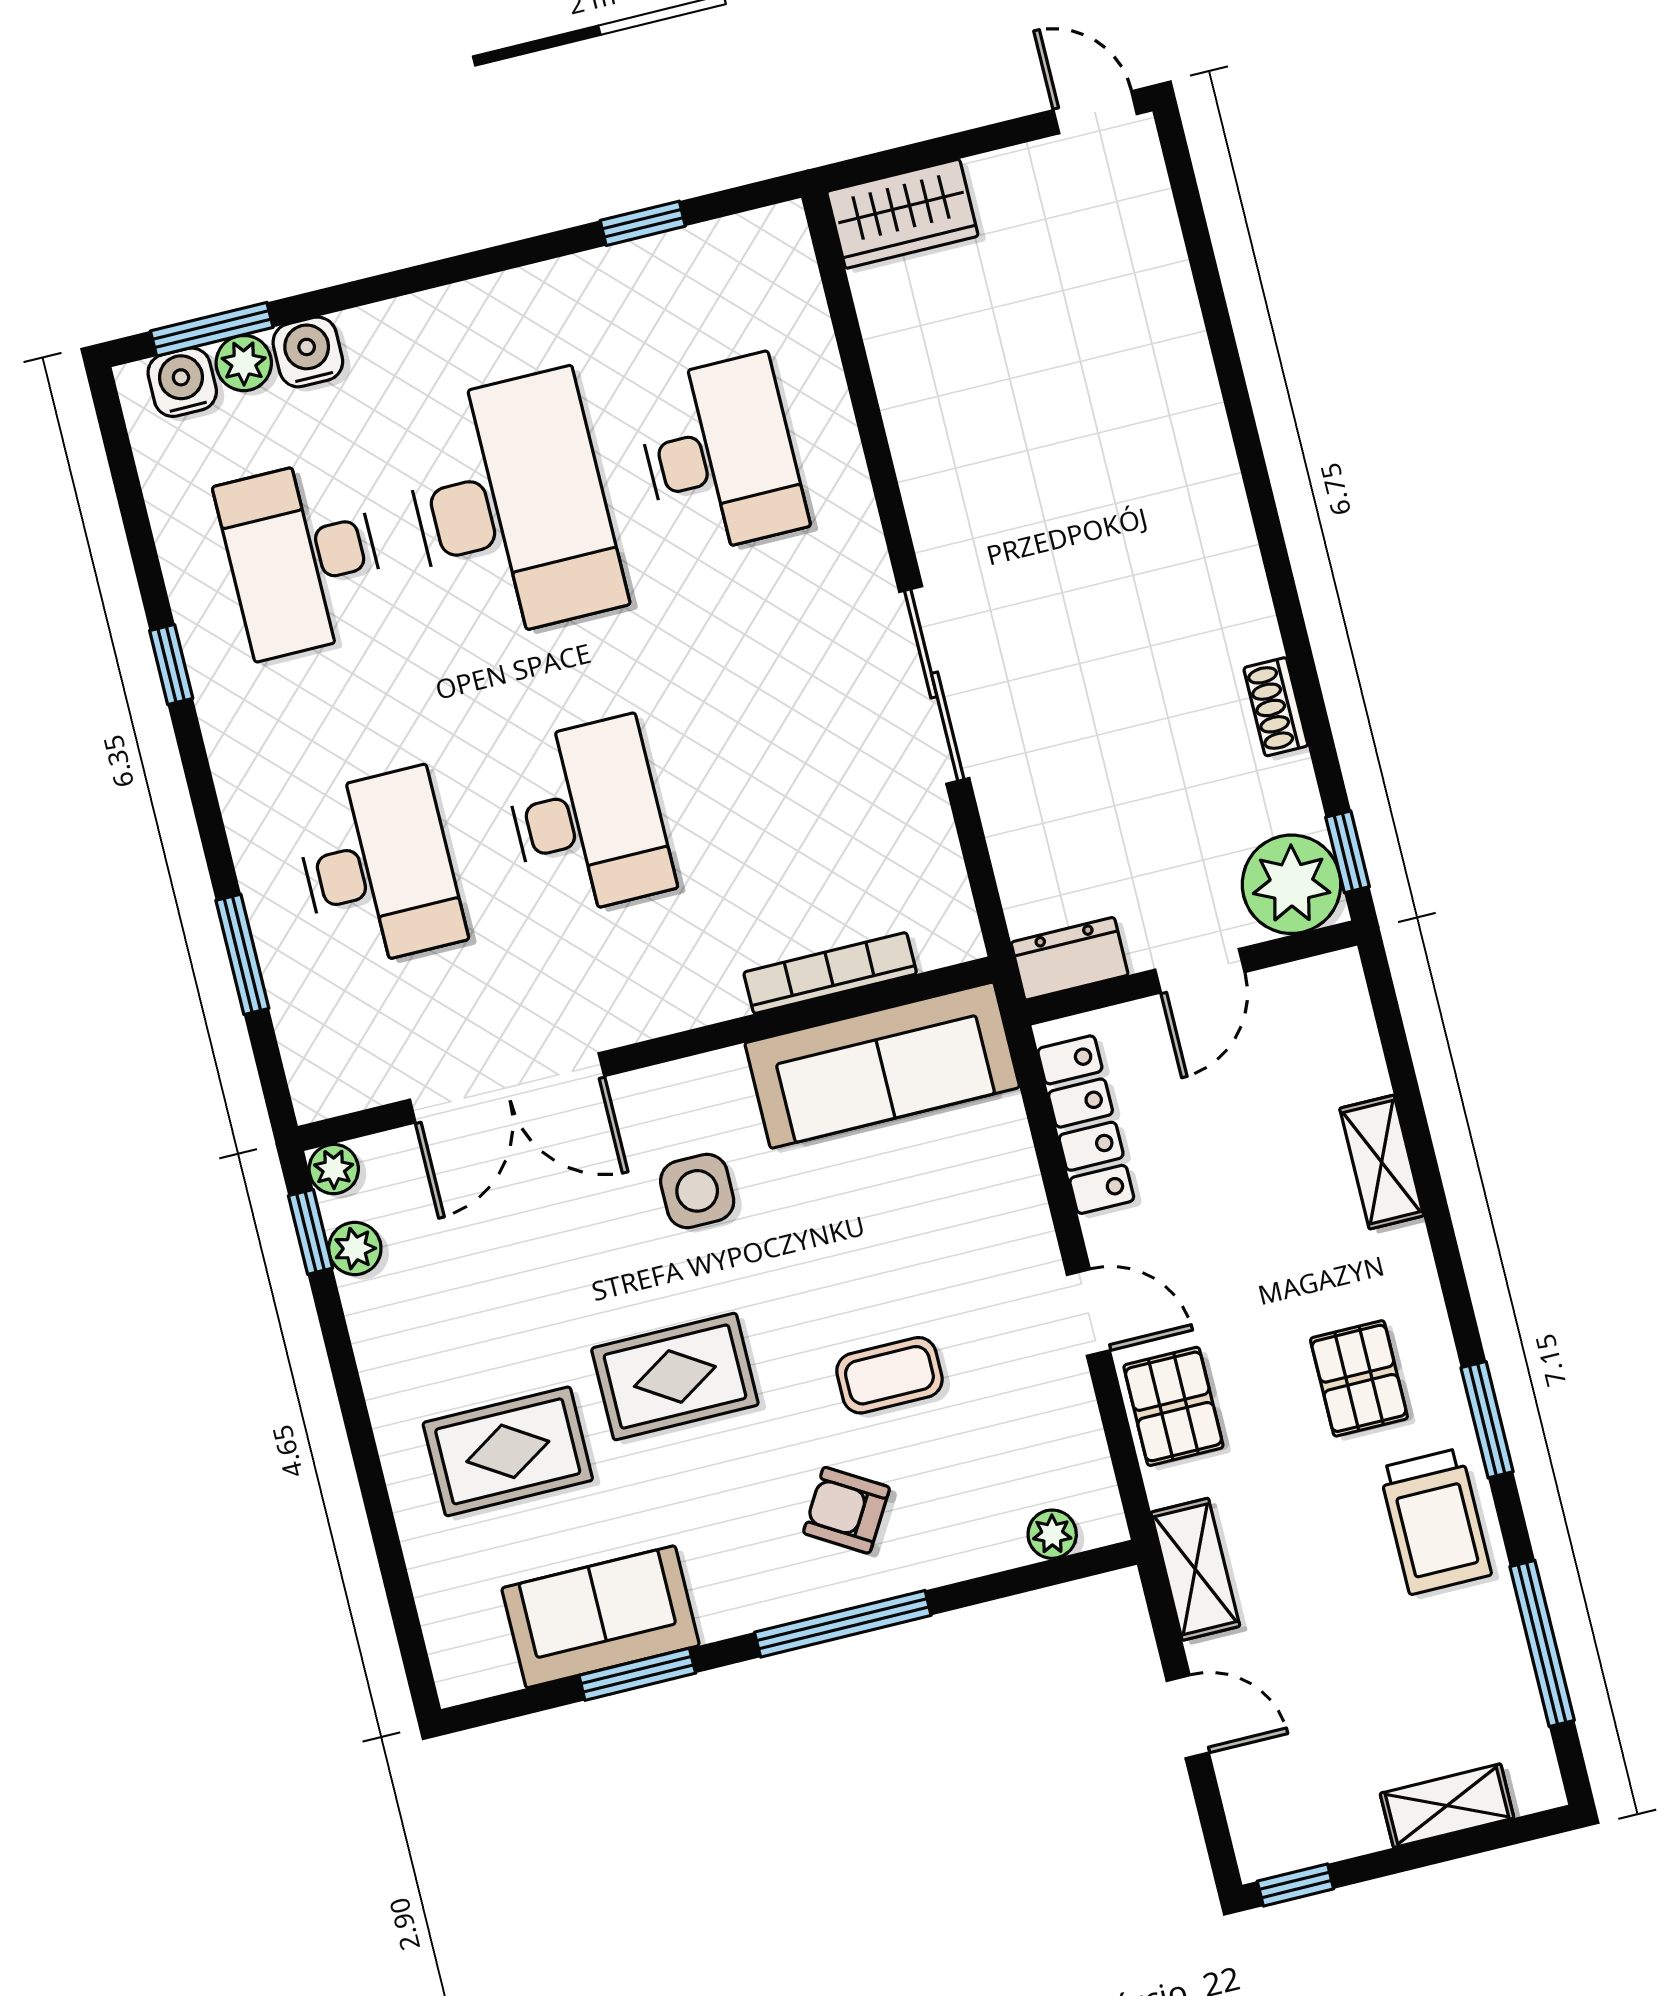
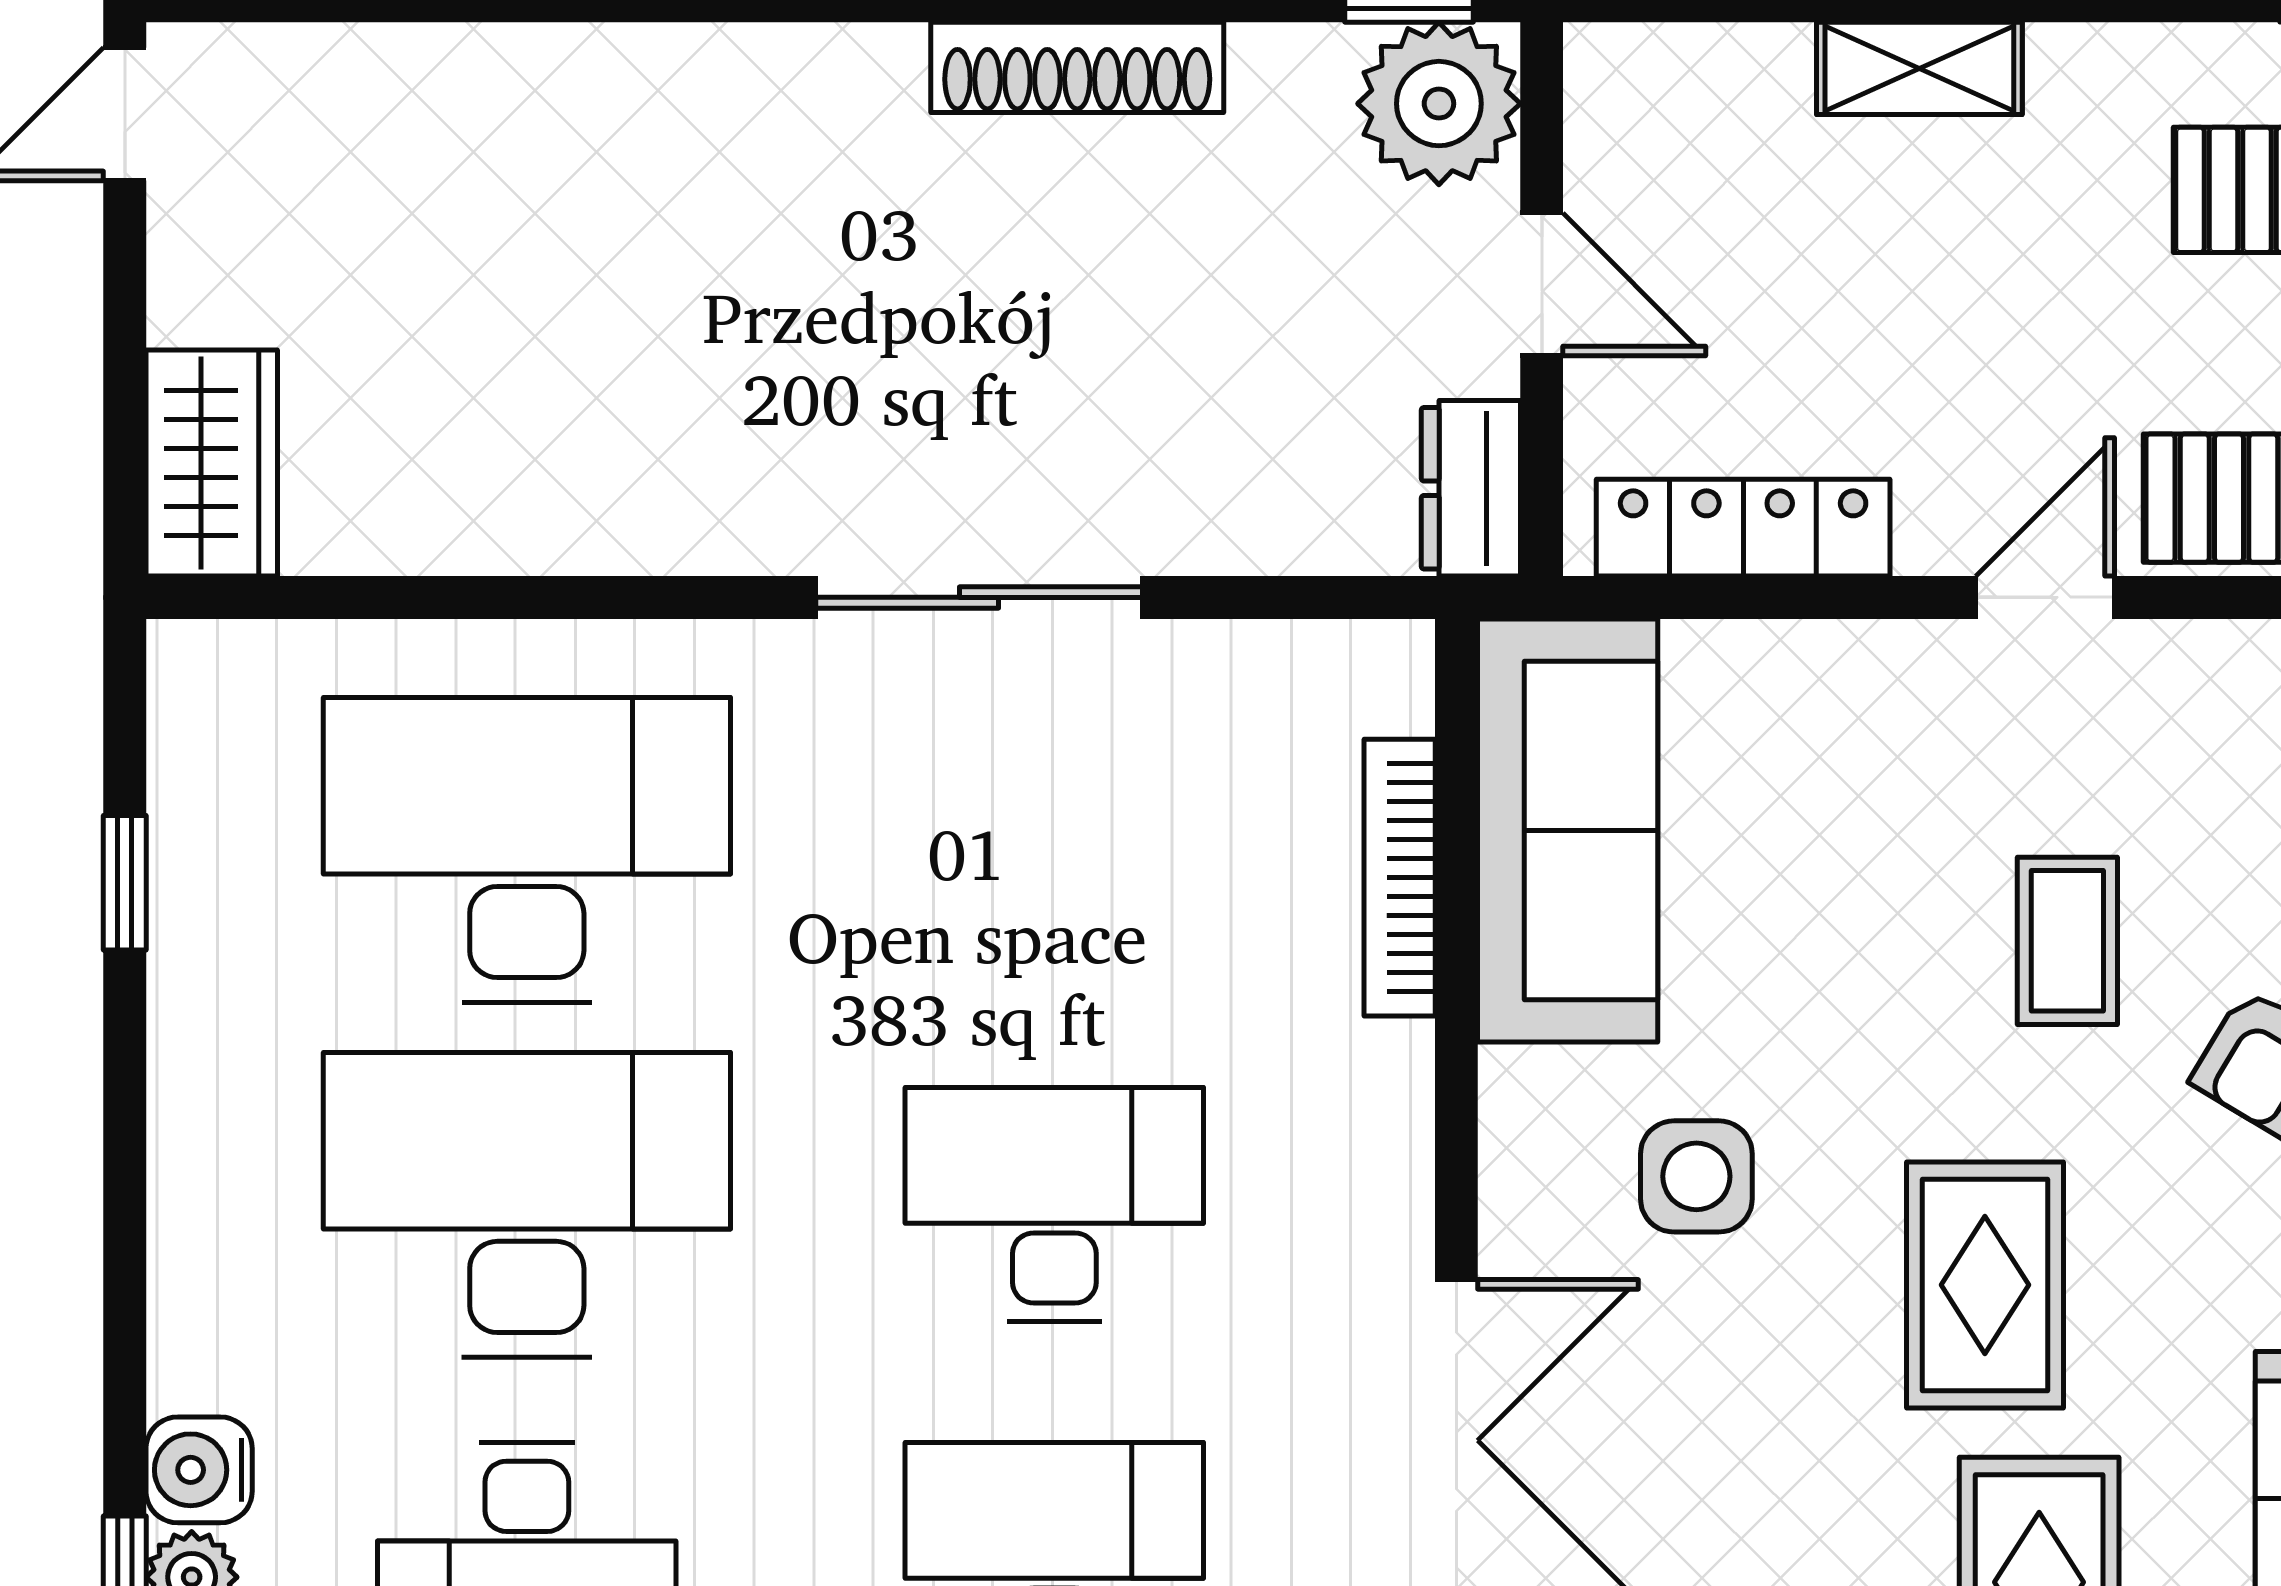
desk: (720, 455) -> (527, 850), width x1.36, depth x1.30
shoe rack: (1276, 707) -> (1077, 67), width x1.94, depth x1.24

